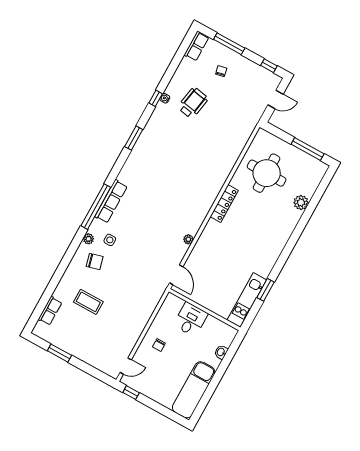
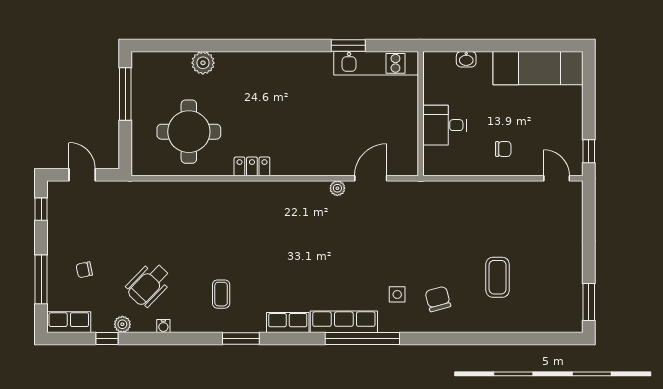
window: (156, 98) -> (107, 338), moved
wheelchair: (193, 103) -> (149, 284), turned -56
coffee table: (165, 141) -> (221, 294), added
locker: (224, 203) -> (252, 166), width x0.66
plant: (89, 239) -> (122, 324), moved
door: (176, 275) -> (371, 178), moved
row of seats: (50, 311) -> (288, 323), moved
window: (59, 353) -> (589, 302), moved

